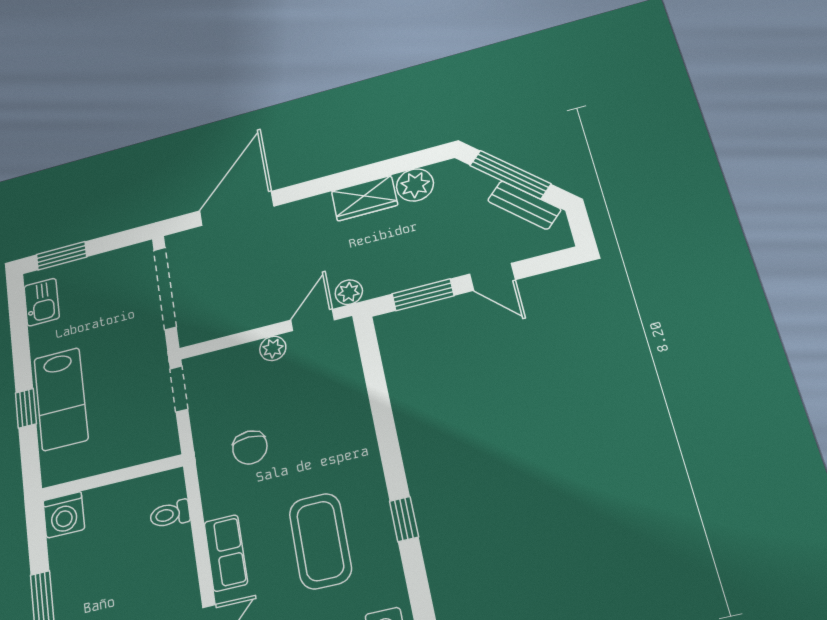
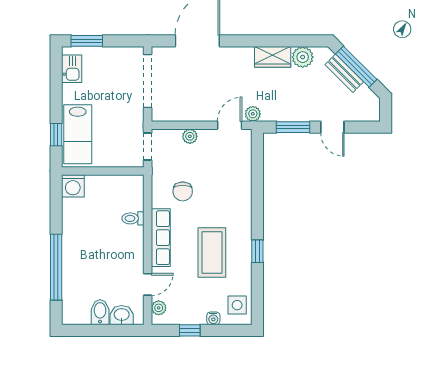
bench: (524, 205) -> (344, 73), moved
plant: (273, 348) -> (190, 136), moved
wall: (112, 477) -> (103, 171), moved
washing machine: (64, 515) -> (73, 186), moved
row of seats: (226, 553) -> (161, 238), width x1.48

